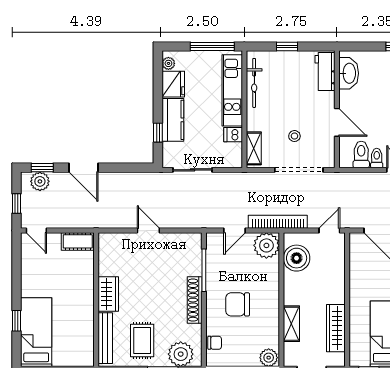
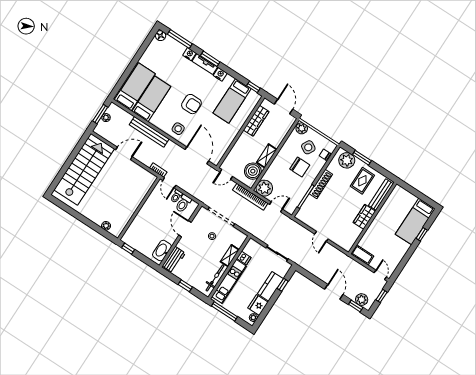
shelving: (254, 148) -> (230, 256), moved
shelving: (291, 324) -> (267, 156), moved
side table: (243, 338) -> (308, 147), added

